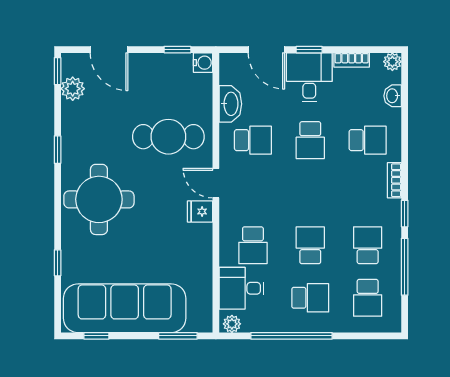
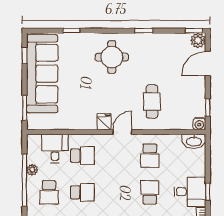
door: (266, 50) -> (208, 164), removed
plant: (73, 89) -> (198, 40), moved
washbasin: (230, 104) -> (194, 141), moved
cafe table: (168, 137) -> (152, 102), width x0.73, depth x0.74
school desk: (310, 140) -> (150, 192), turned 90
round table: (99, 199) -> (112, 57), width x0.73, depth x0.73
school desk: (253, 245) -> (83, 156), turned 180
plant: (232, 324) -> (32, 170), moved

